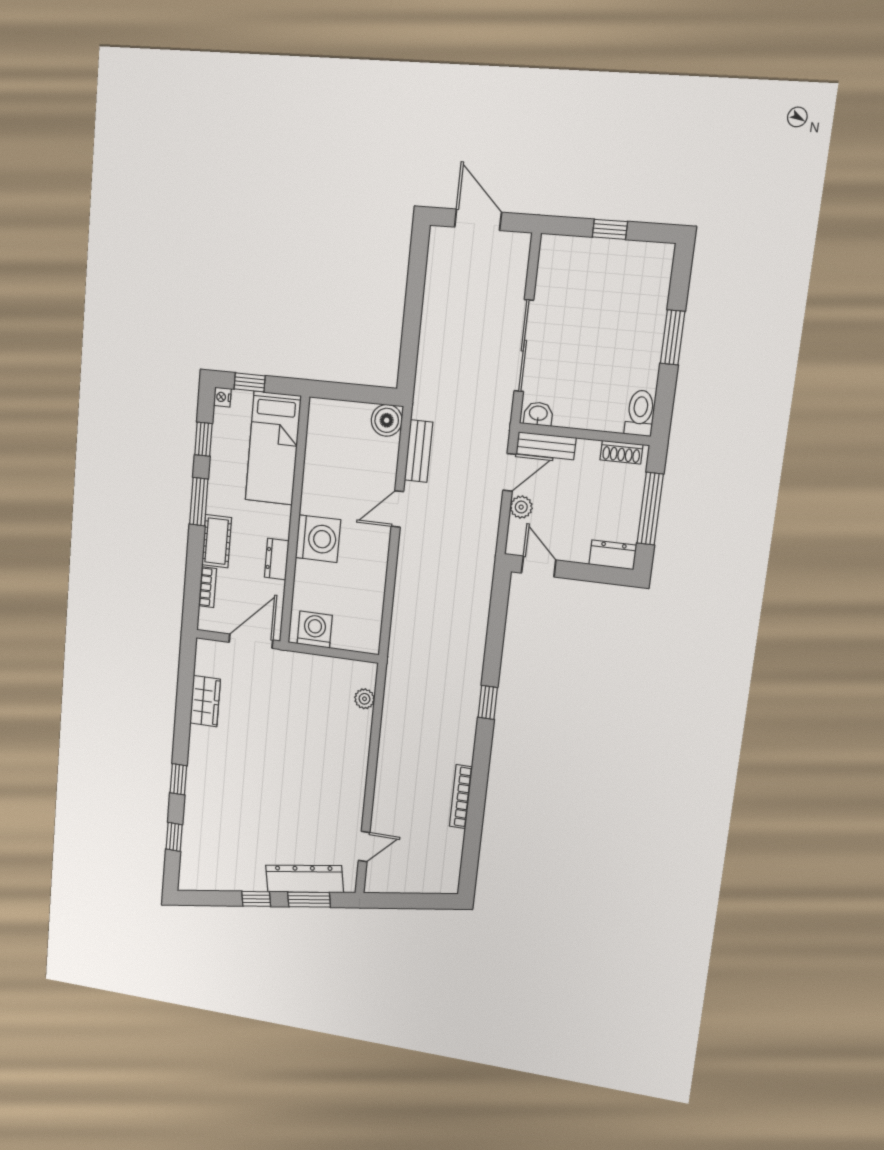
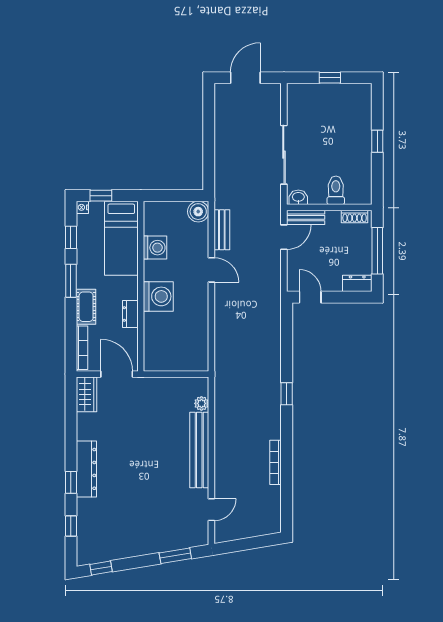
door: (478, 220) -> (245, 78), hinge flipped
window: (673, 337) -> (377, 141), width x0.67
toilet: (640, 413) -> (336, 190), moved
plant: (521, 507) -> (294, 259), removed
door: (397, 509) -> (211, 270), swing flipped
bookcase: (208, 587) -> (82, 348), width x1.56
washing machine: (315, 630) -> (155, 248), moved, turned 90
door: (251, 641) -> (117, 374), hinge flipped
wardrobe: (205, 701) -> (87, 394), moved
bench: (355, 763) -> (199, 450), added
dresser: (304, 879) -> (86, 469), moved, turned 99
window: (256, 899) -> (101, 568), moved

